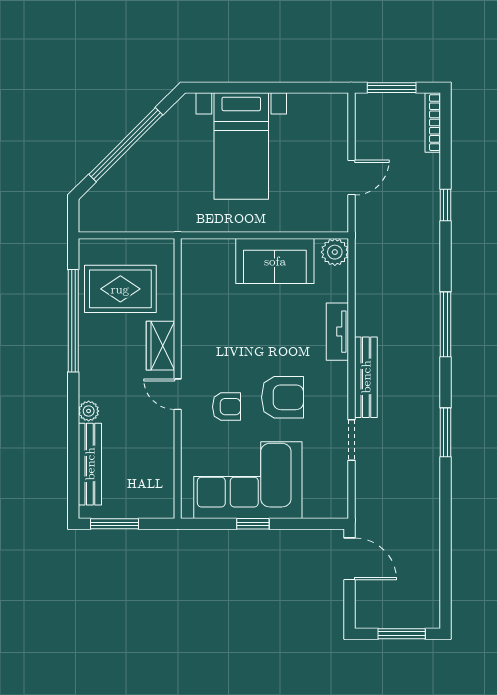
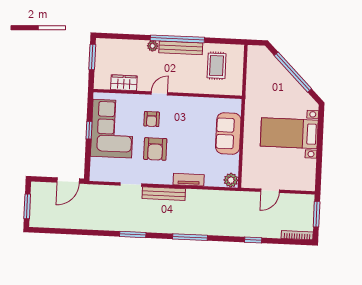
door: (351, 178) -> (270, 191), hinge flipped
sofa: (275, 261) -> (228, 133), moved
rug: (120, 289) -> (217, 66), width x0.73, depth x0.70
window: (73, 321) -> (177, 39), moved
wardrobe: (160, 346) -> (124, 83), moved
bench: (90, 464) -> (181, 48), moved

